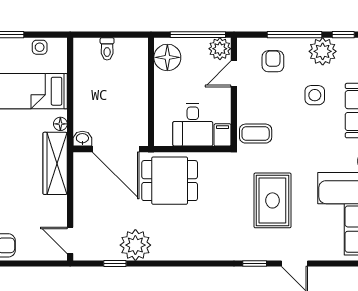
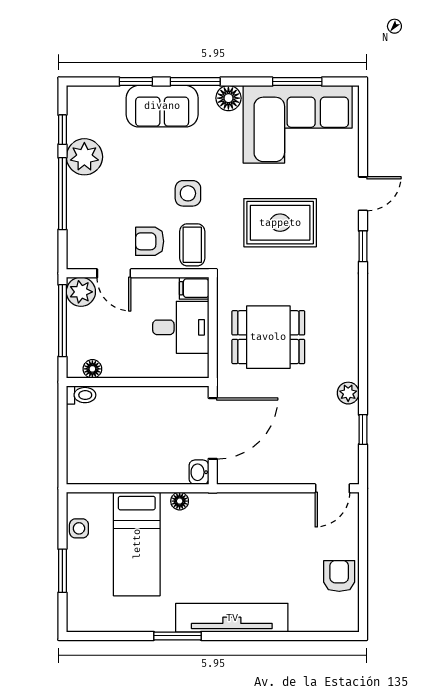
toilet: (107, 49) -> (81, 395), moved
floor lamp: (167, 57) -> (92, 369), width x0.53, depth x0.53
armchair: (273, 61) -> (150, 241), moved
side table: (315, 95) -> (188, 193), moved
wardrobe: (55, 163) -> (231, 508), removed
dining table: (170, 181) -> (268, 337), moved, turned 90
plant: (135, 245) -> (348, 393), width x0.53, depth x0.53

